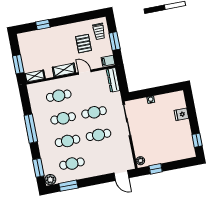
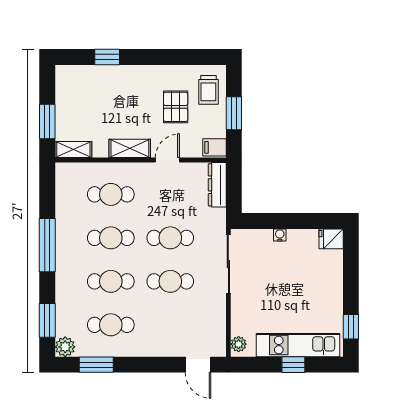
door: (85, 72) -> (167, 160), hinge flipped
fridge: (181, 114) -> (331, 239), moved
kitchen unit: (171, 155) -> (298, 345), added
window: (156, 169) -> (293, 365), moved

